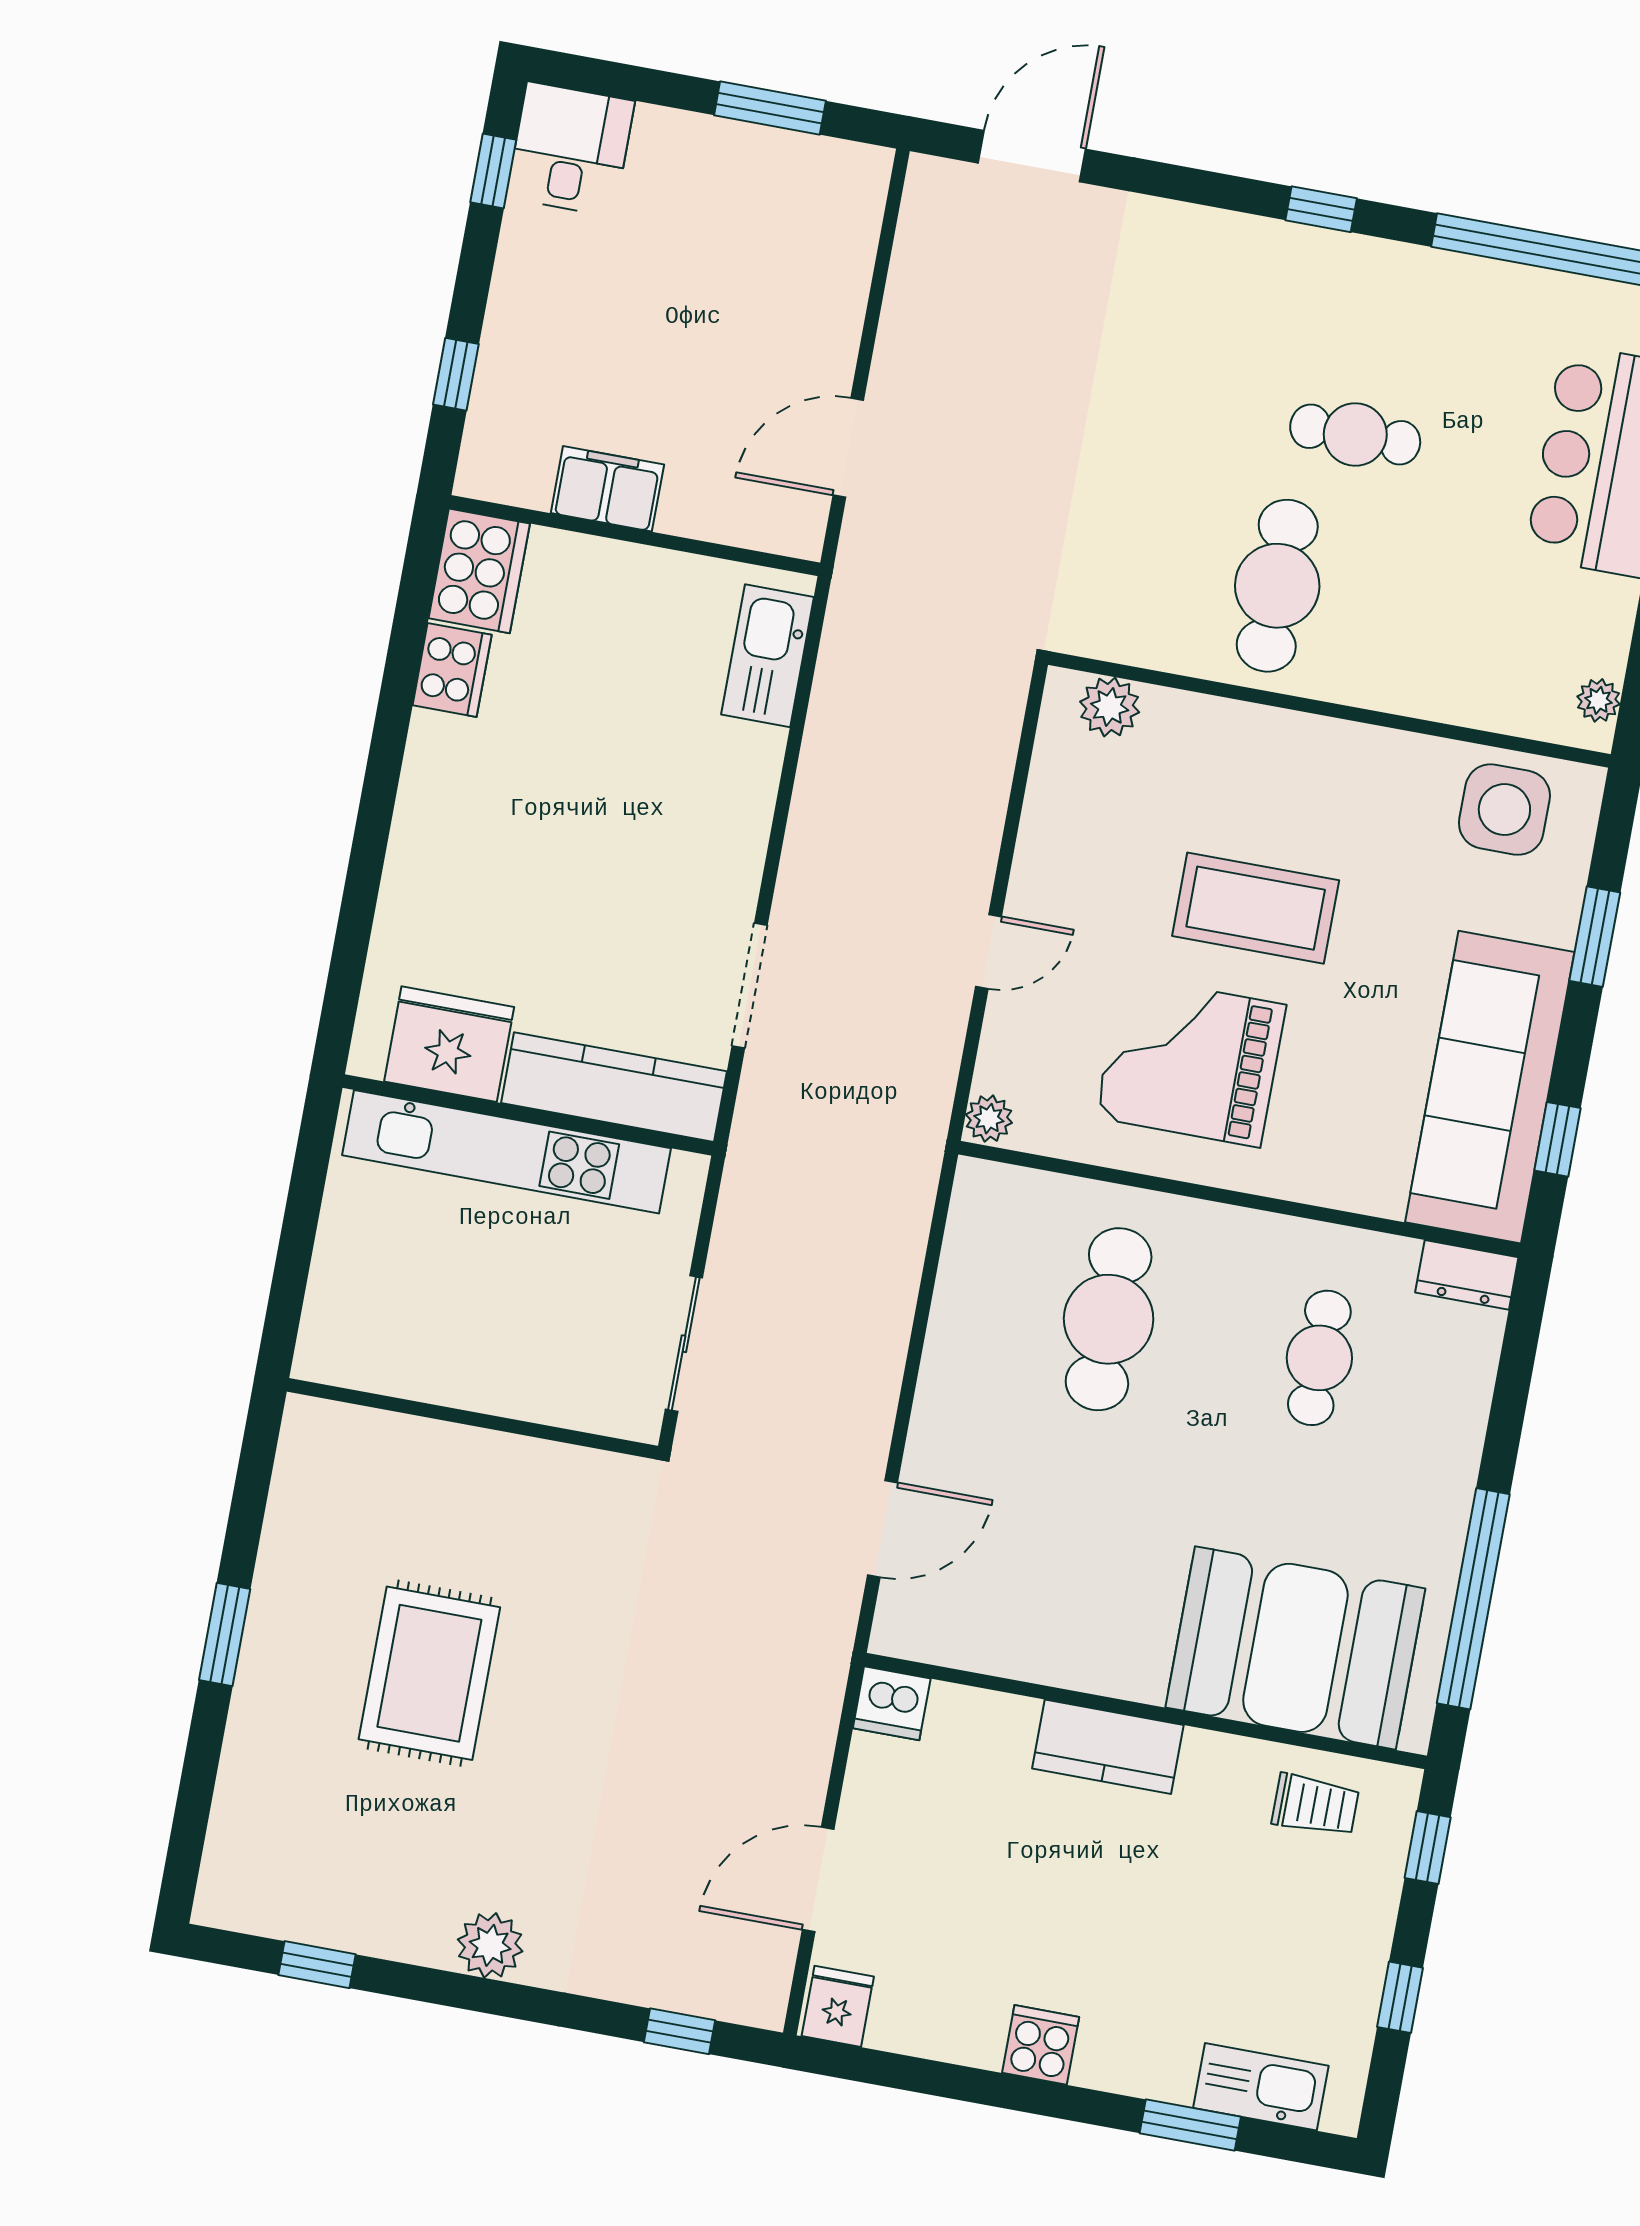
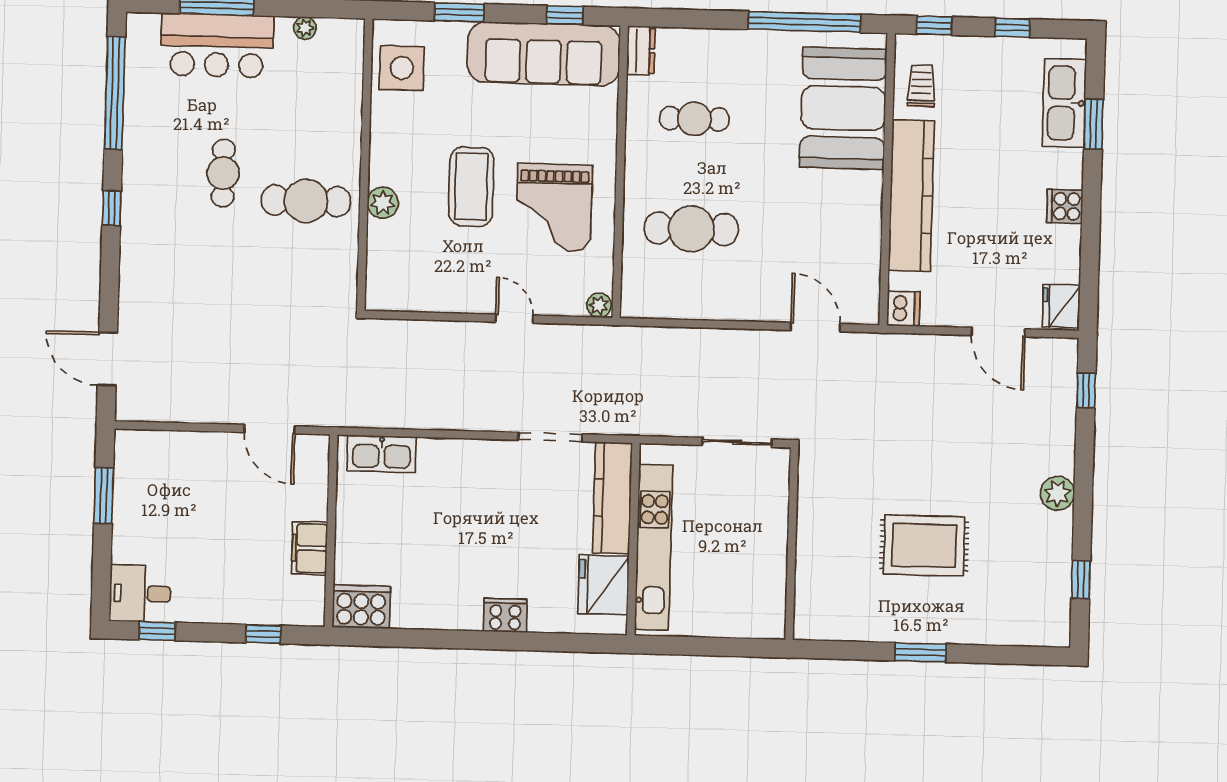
cooker: (452, 670) -> (505, 615), moved
plant: (1598, 700) -> (305, 28), moved
plant: (1110, 707) -> (383, 203), moved
kitchen counter: (1108, 1747) -> (911, 196), width x2.08, depth x1.17
fridge: (838, 2006) -> (1061, 306), width x1.38
kitchen sink: (1261, 2087) -> (1064, 103), width x1.36, depth x1.24

